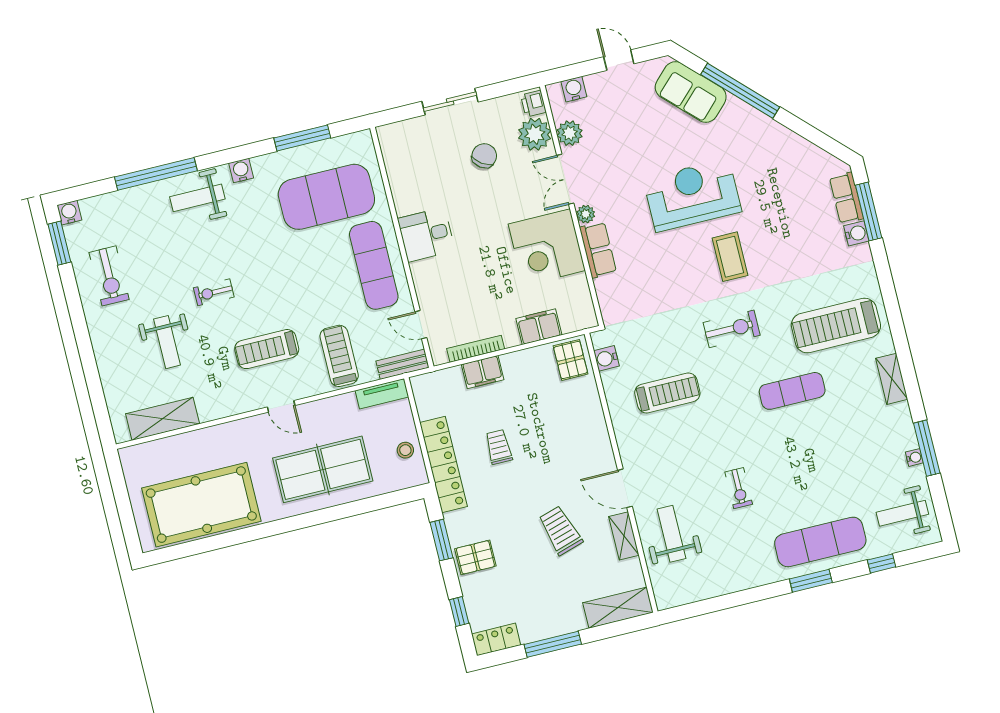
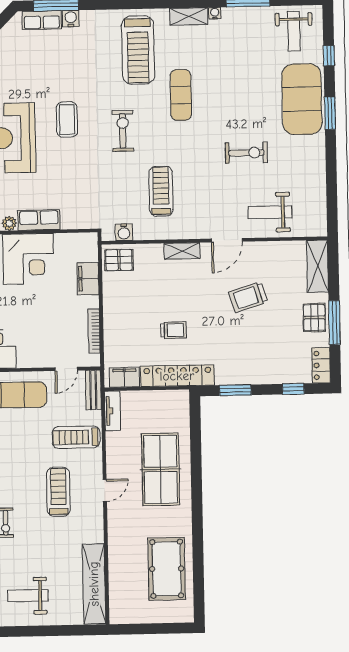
coffee table: (730, 257) -> (67, 120), turned 90
weight bench: (167, 342) -> (28, 596), moved, turned 180
treadmill: (267, 349) -> (58, 492), turned 180
filing cabinet: (483, 372) -> (124, 377), moved, turned -90
shelving: (163, 419) -> (94, 584), width x1.47
trolley: (499, 447) -> (173, 330), turned 180
stool: (405, 450) -> (160, 403), removed
water cooler: (914, 457) -> (215, 13), moved
exercise bike: (739, 488) -> (246, 153), width x1.38, depth x1.39
pool table: (201, 505) -> (167, 569), width x0.73, depth x0.76
shelving: (624, 536) -> (182, 251), moved
exercise mat: (820, 542) -> (302, 99), width x1.47
pallet: (475, 557) -> (314, 318), moved

